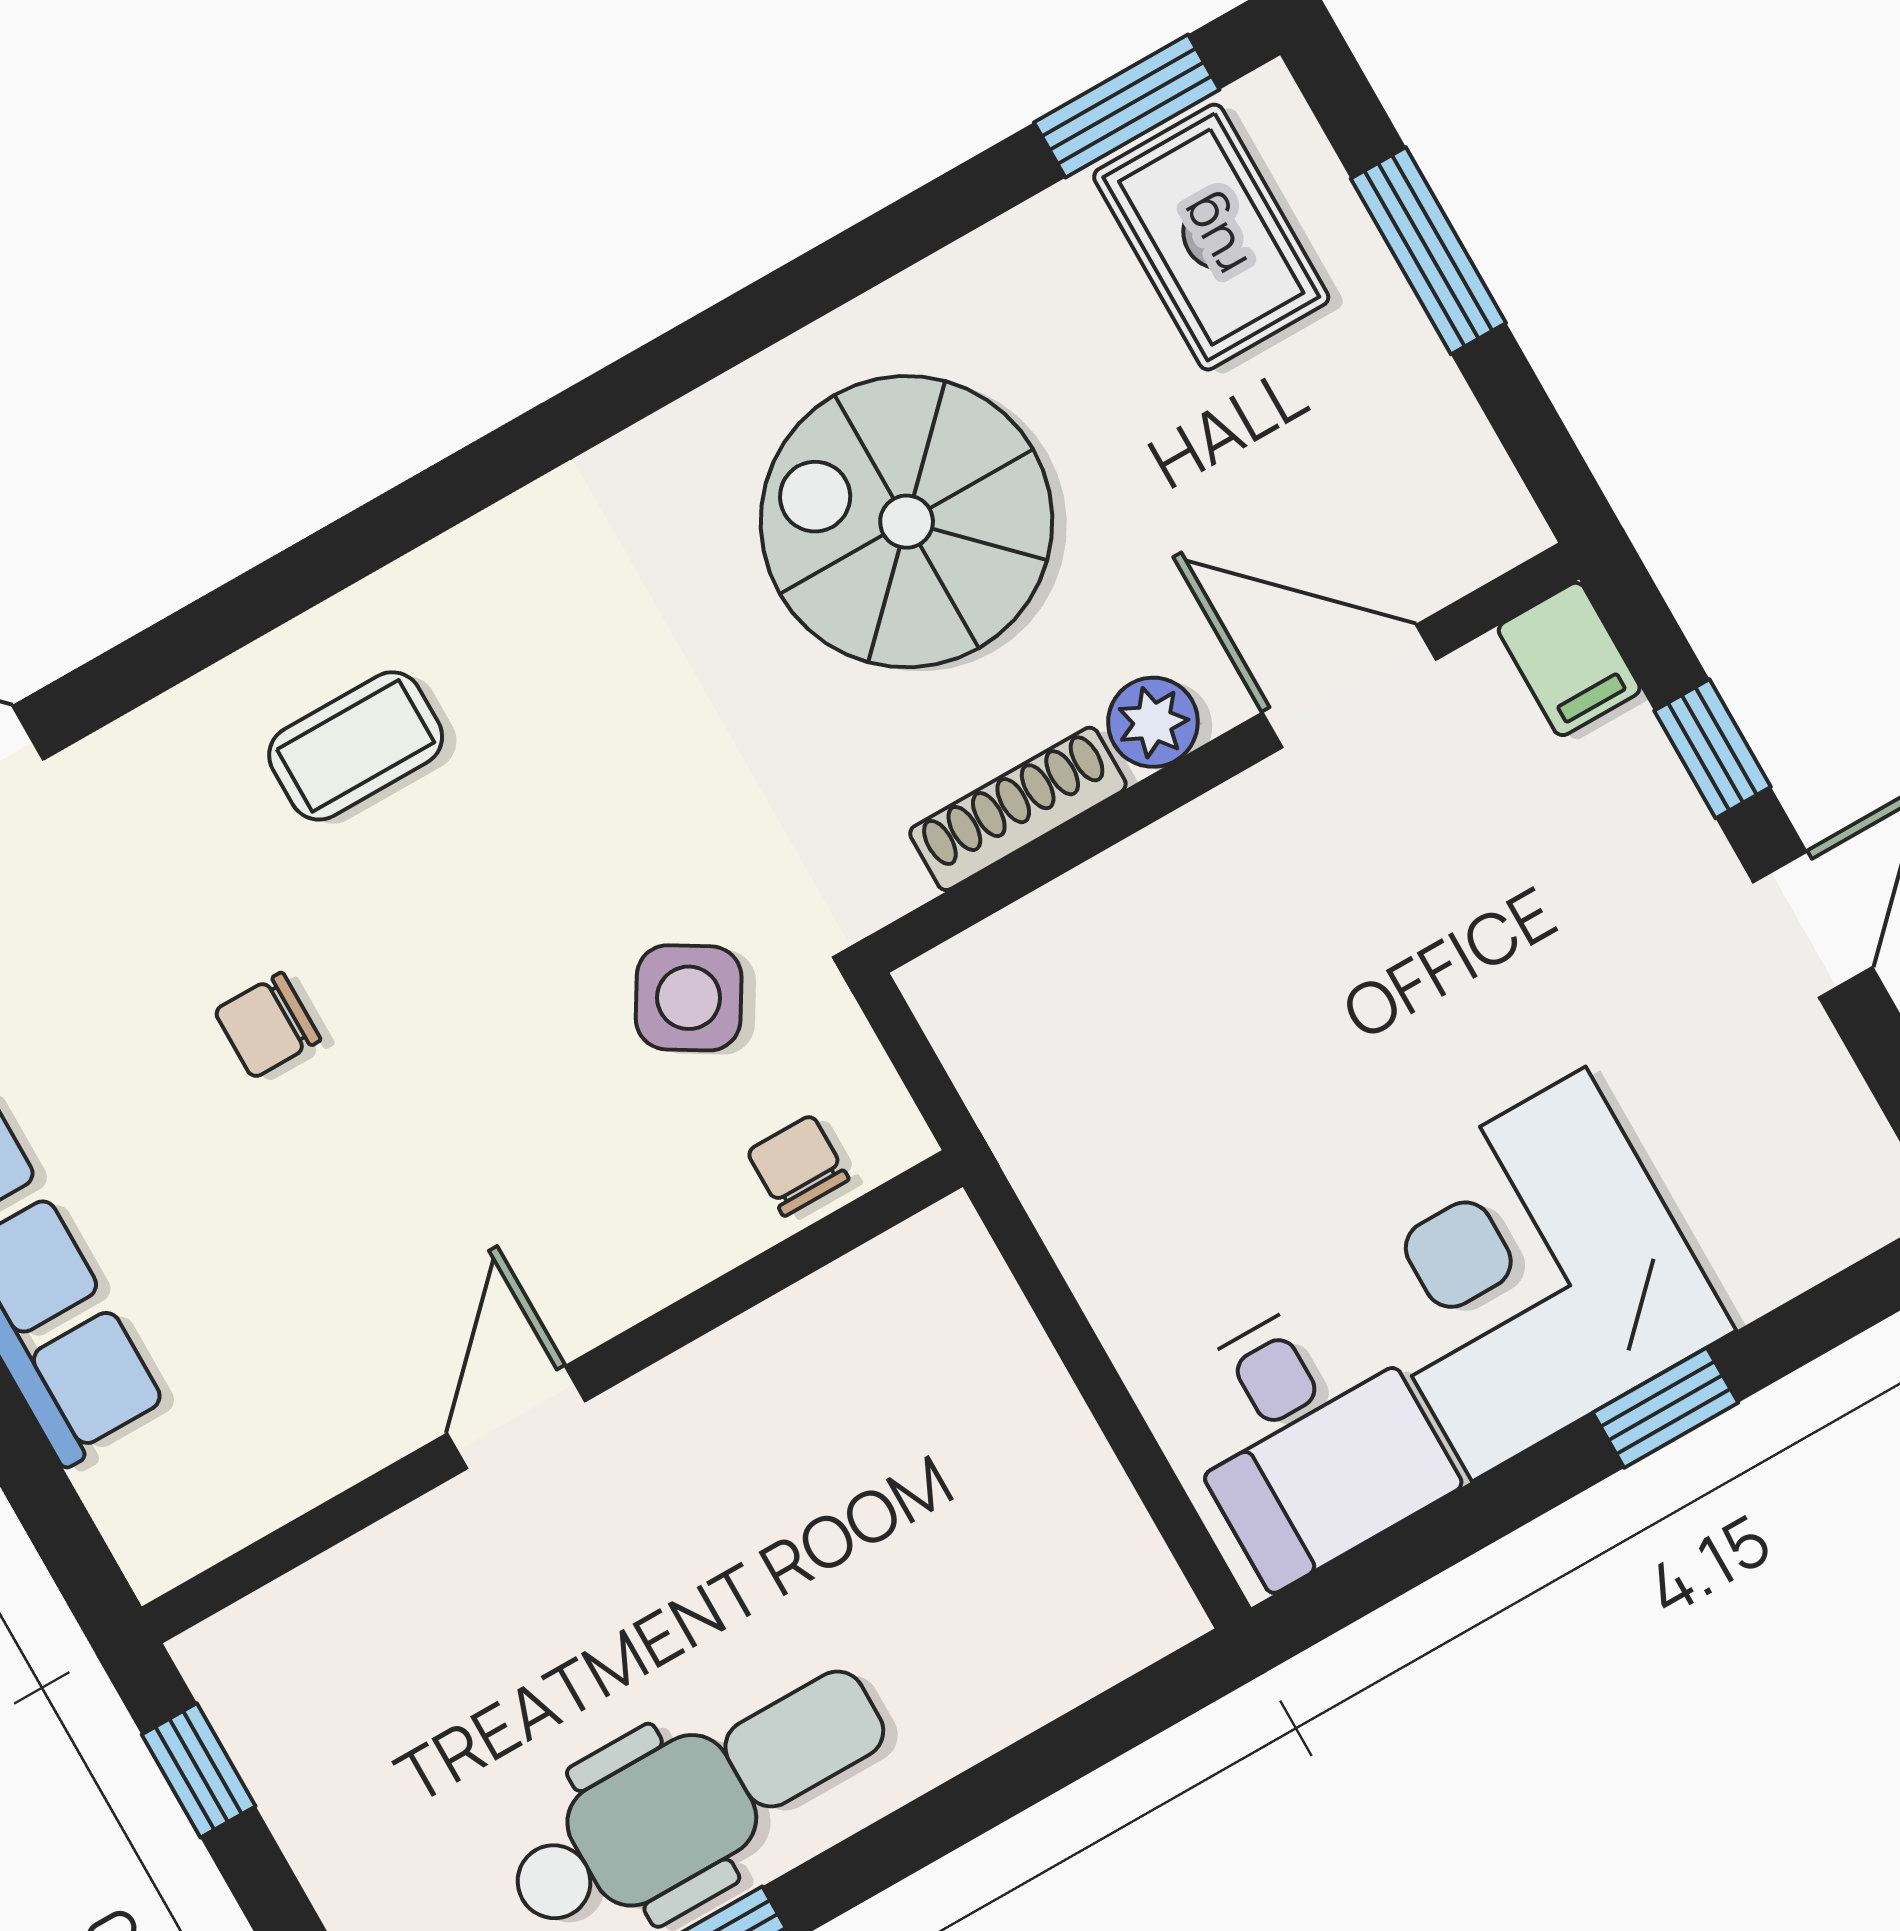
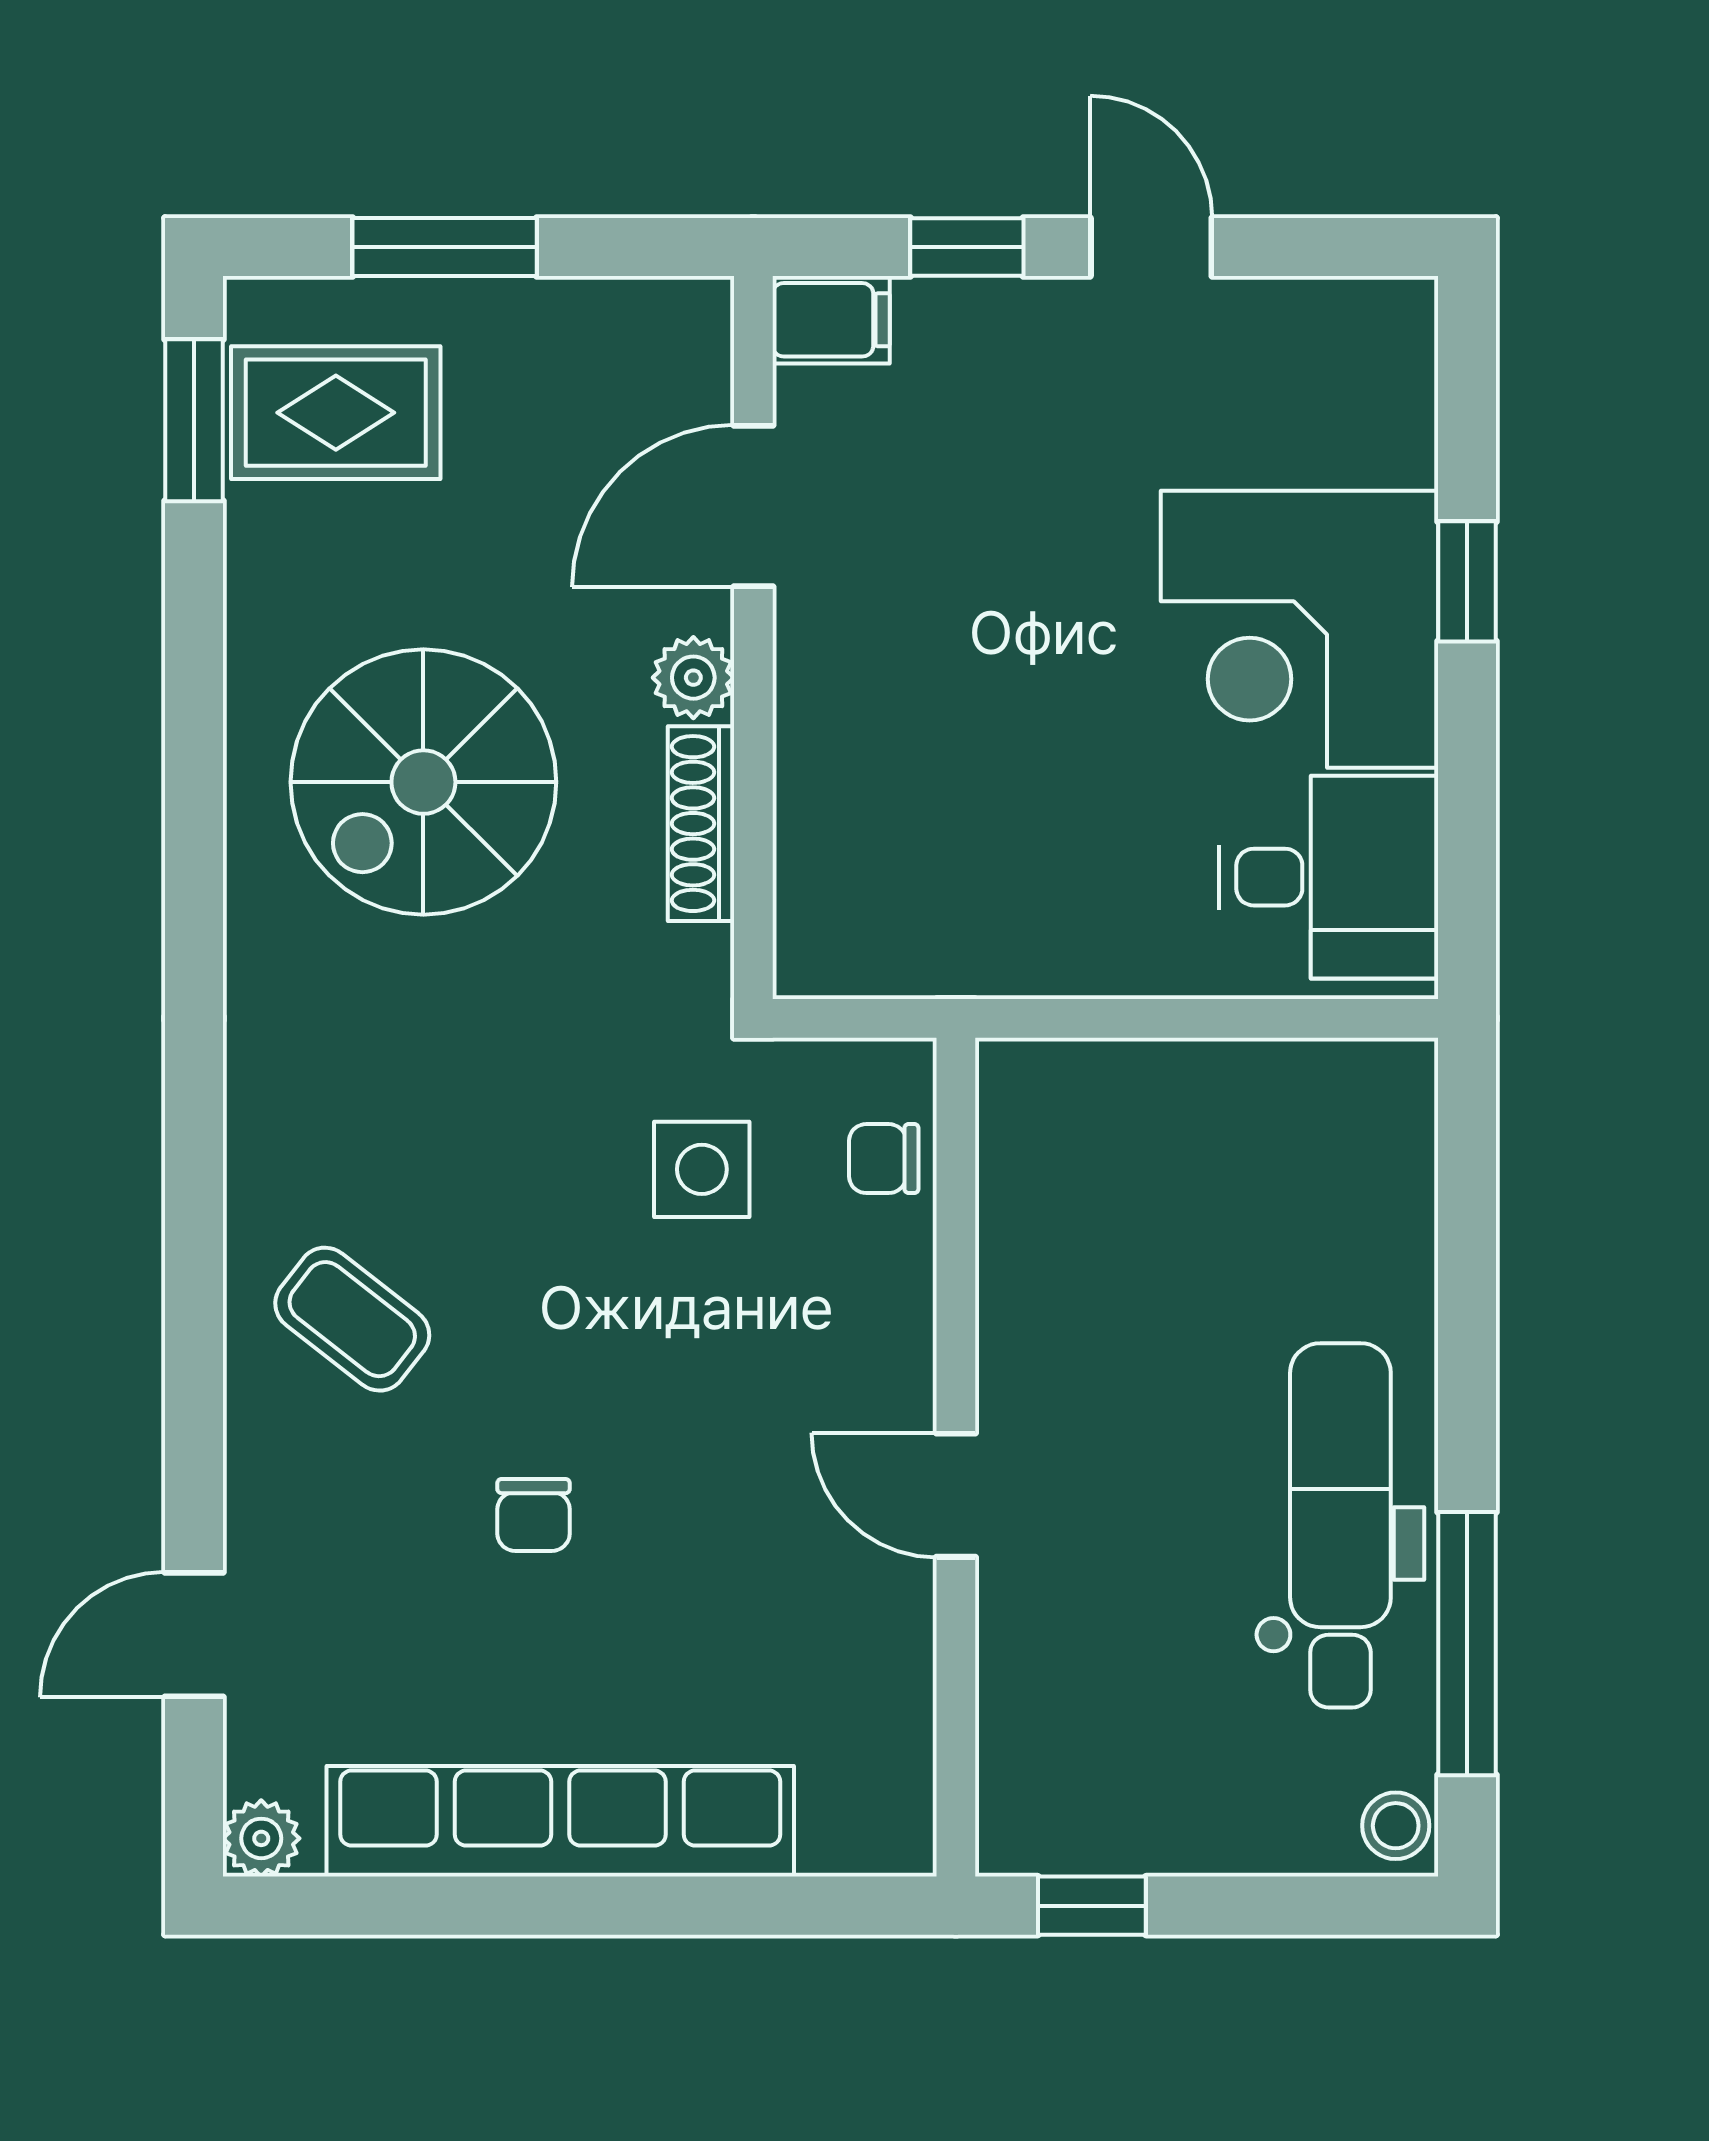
coffee table: (356, 746) -> (352, 1319), turned -52
side table: (689, 998) -> (702, 1169), turned -31

